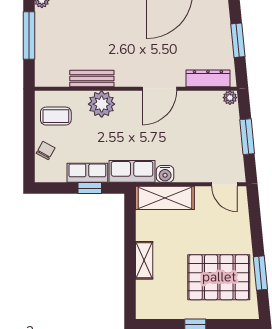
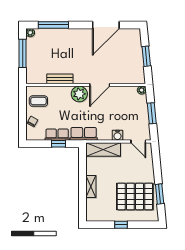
dresser: (208, 78) -> (129, 79), removed
plant: (102, 104) -> (79, 94), moved
water cooler: (165, 174) -> (117, 135), moved

